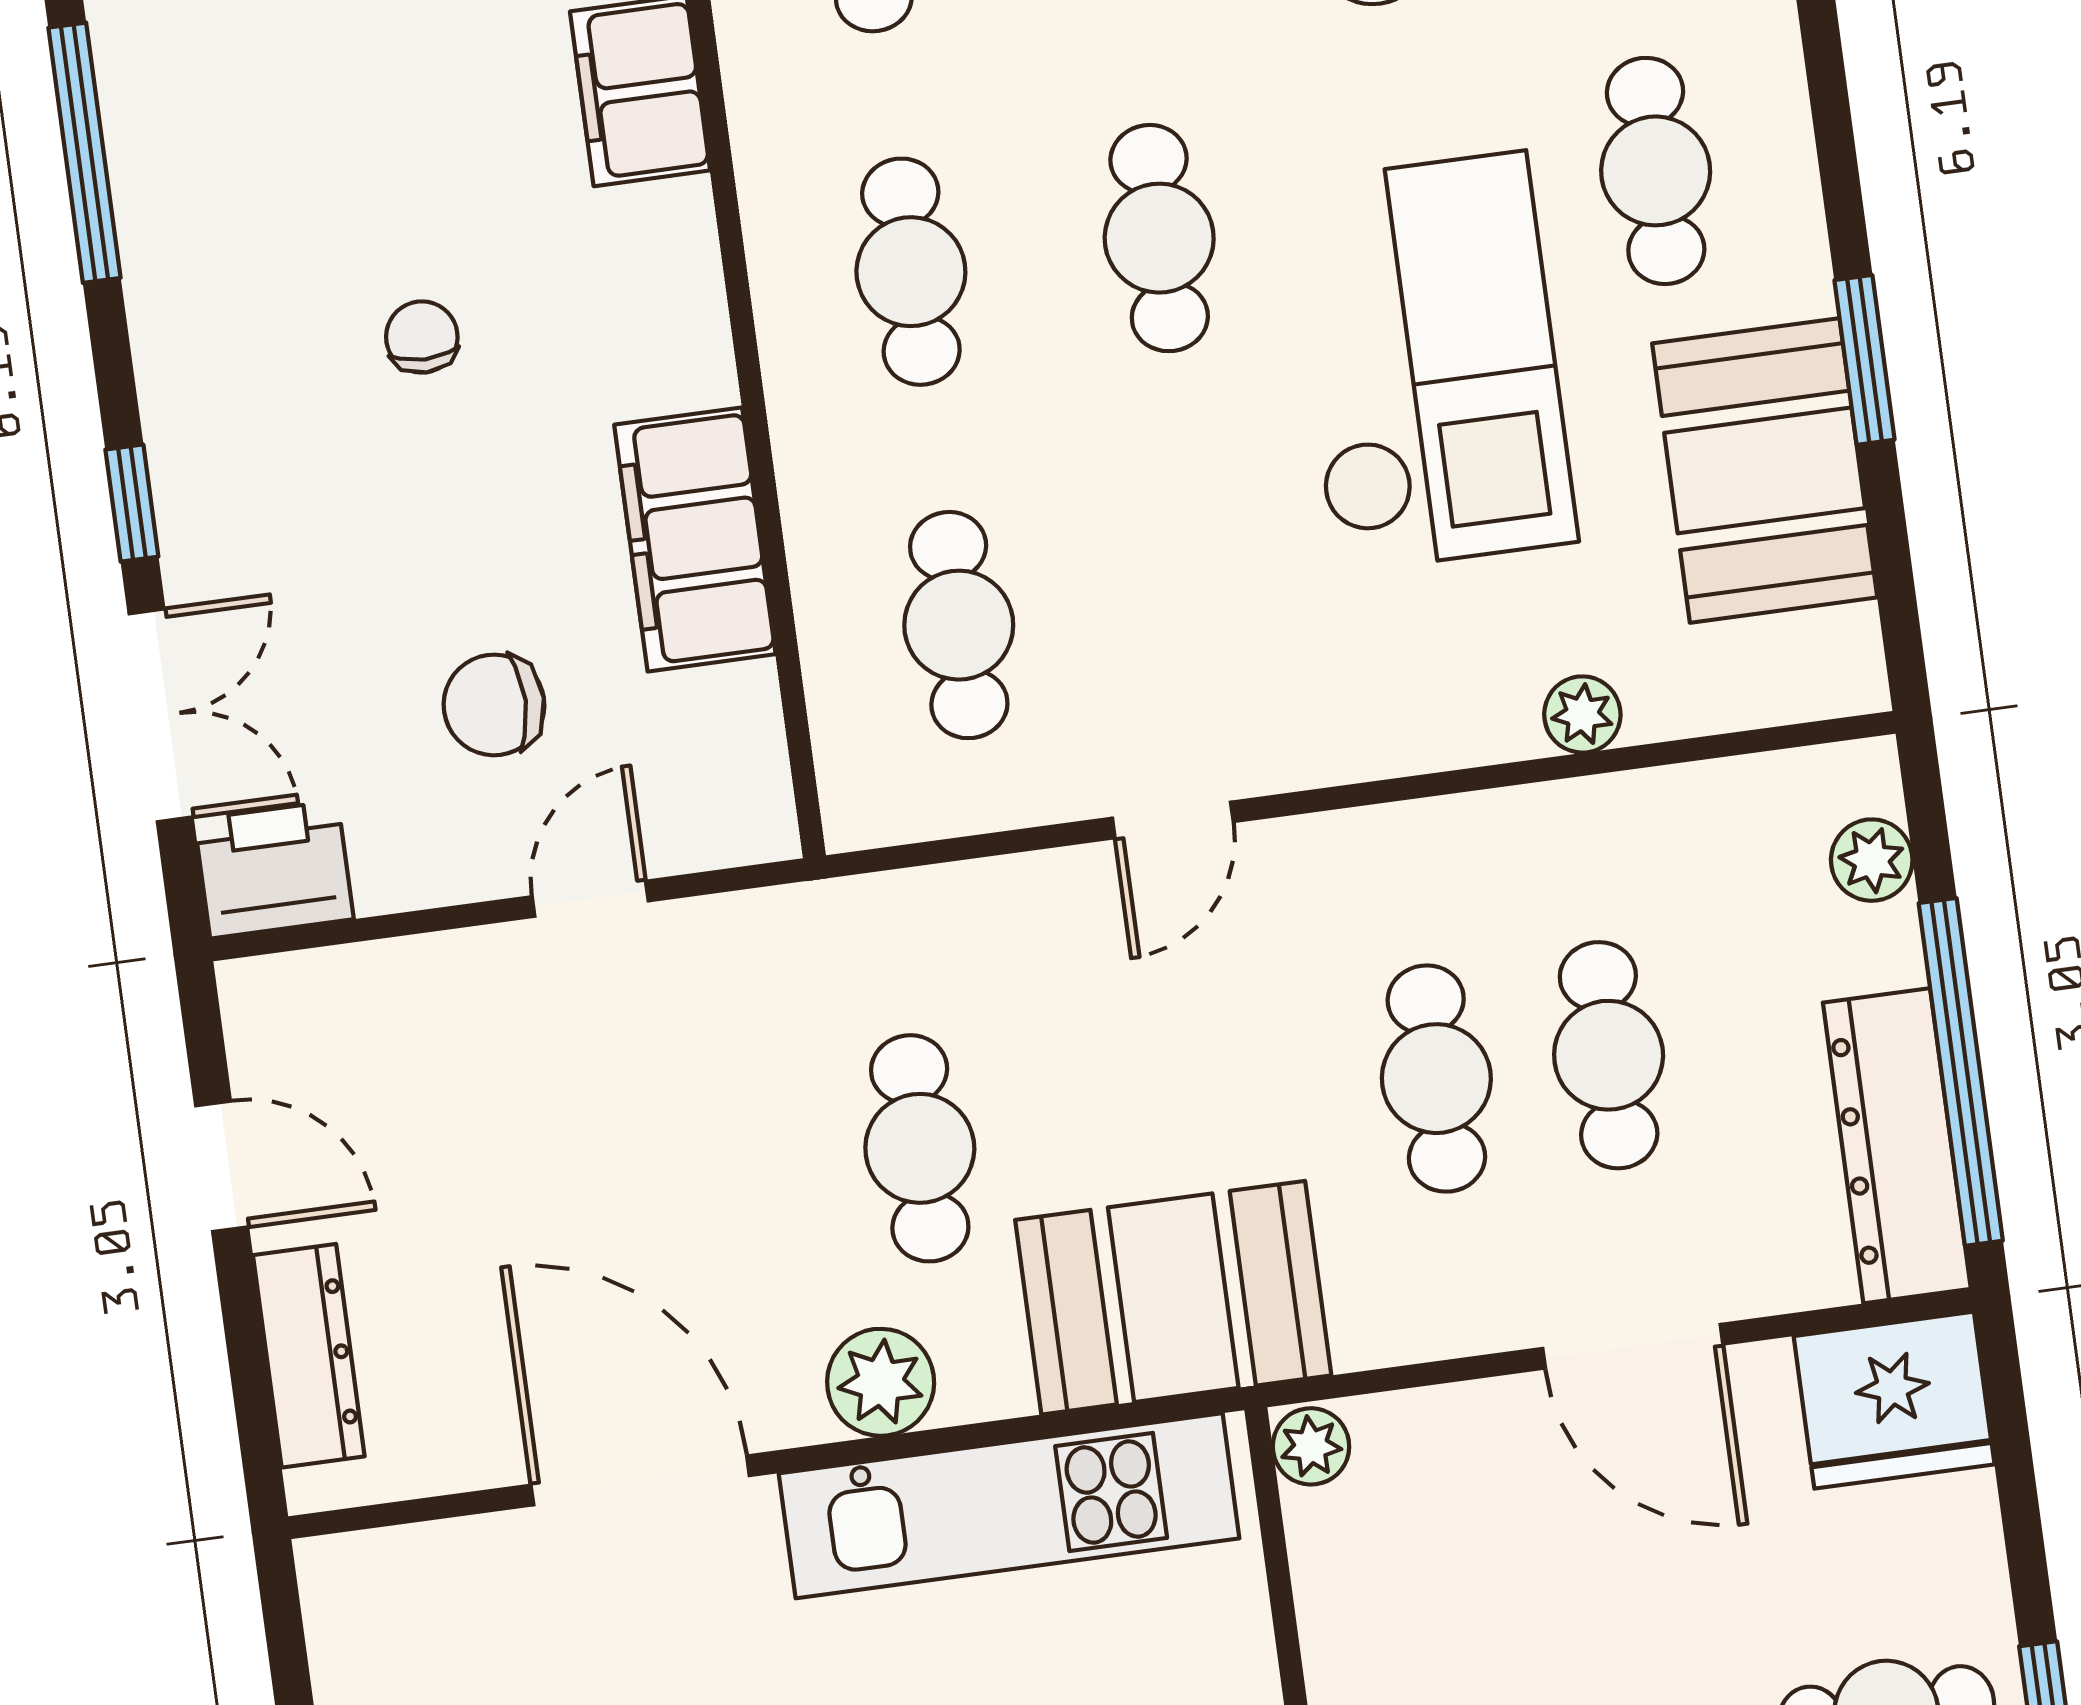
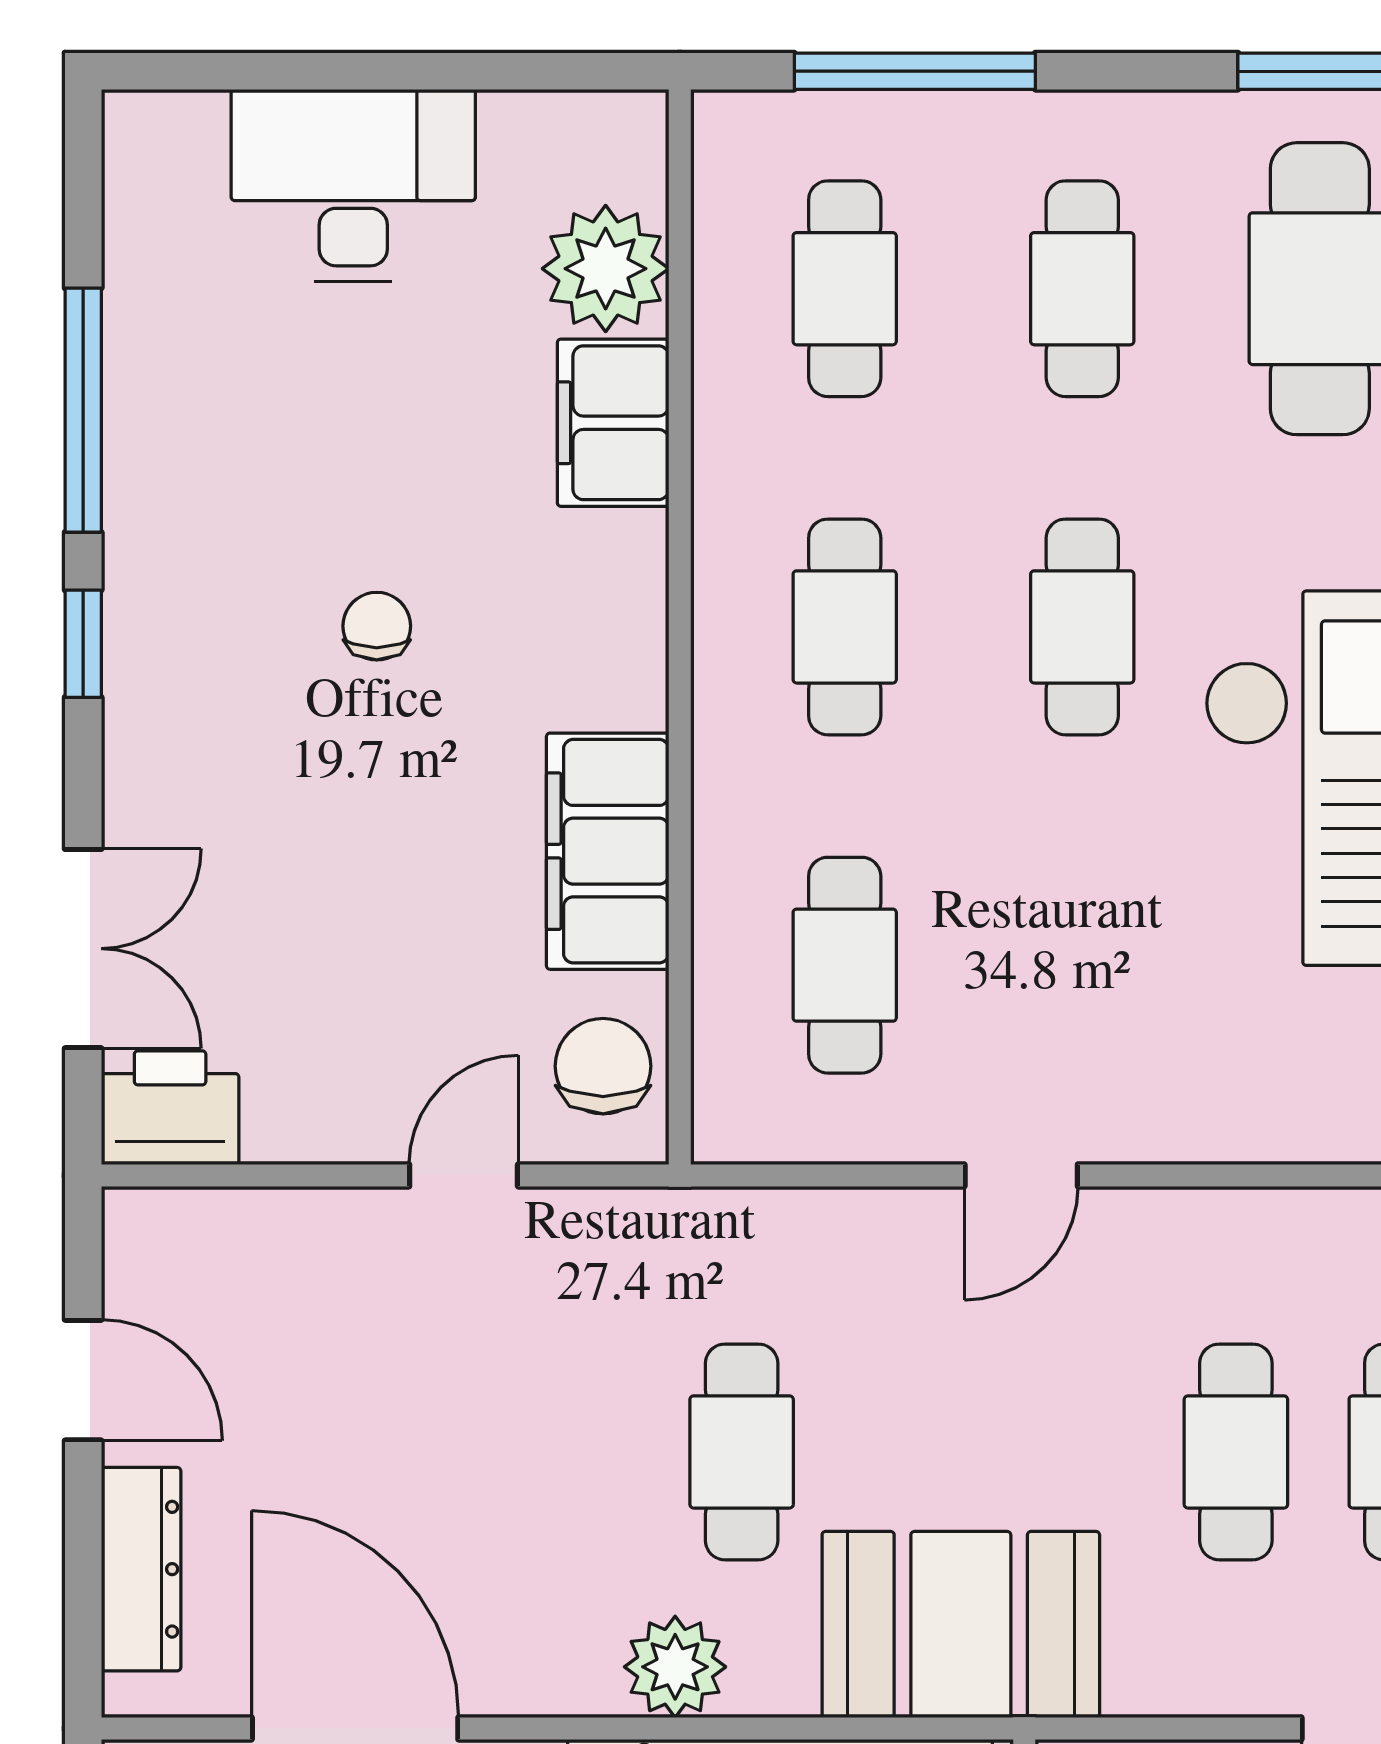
window: (132, 503) -> (83, 644), moved
chair: (494, 705) -> (603, 1066), moved, turned 90
door: (640, 1480) -> (355, 1728), moved

